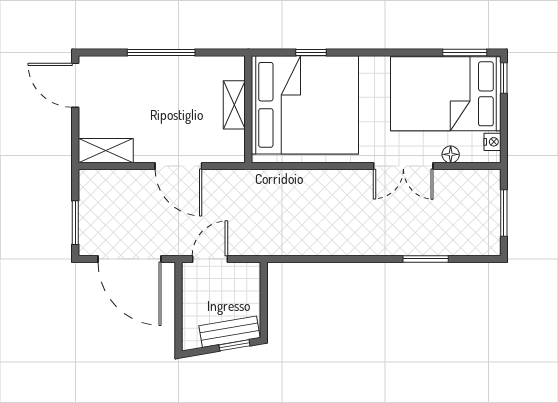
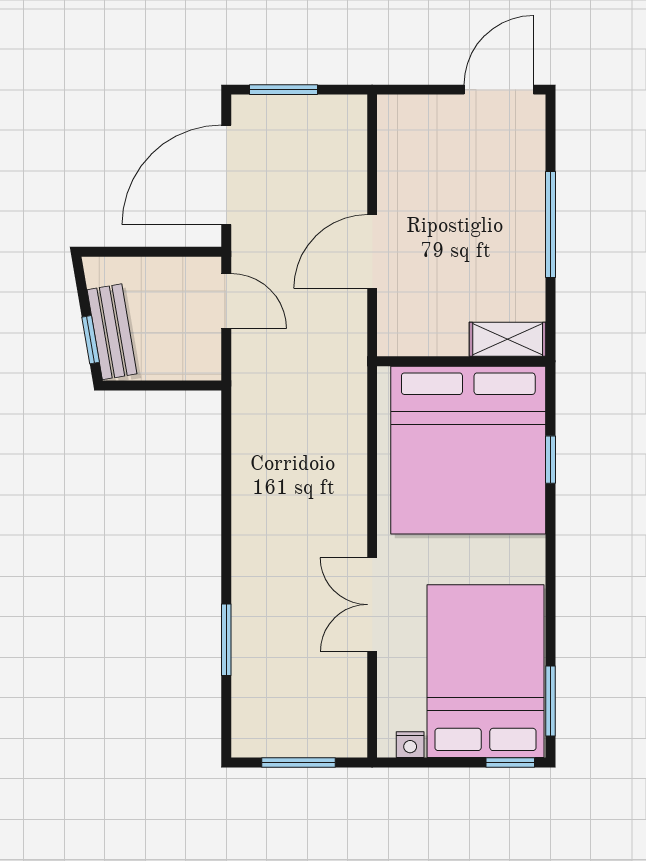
shelving: (234, 105) -> (508, 339), moved
shelving: (106, 151) -> (396, 137), removed
floor lamp: (451, 154) -> (390, 679), removed

